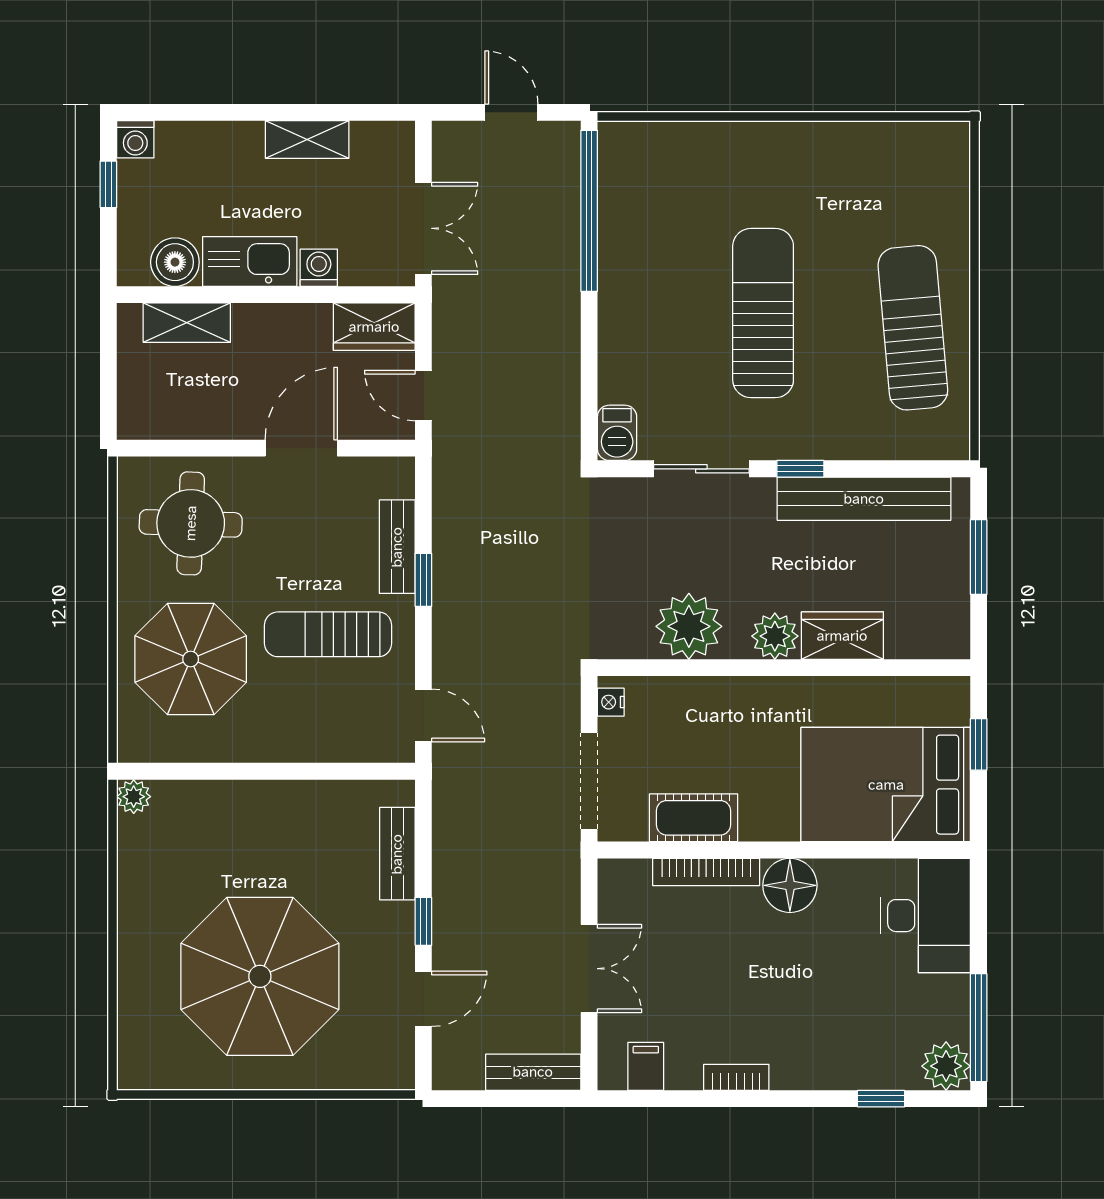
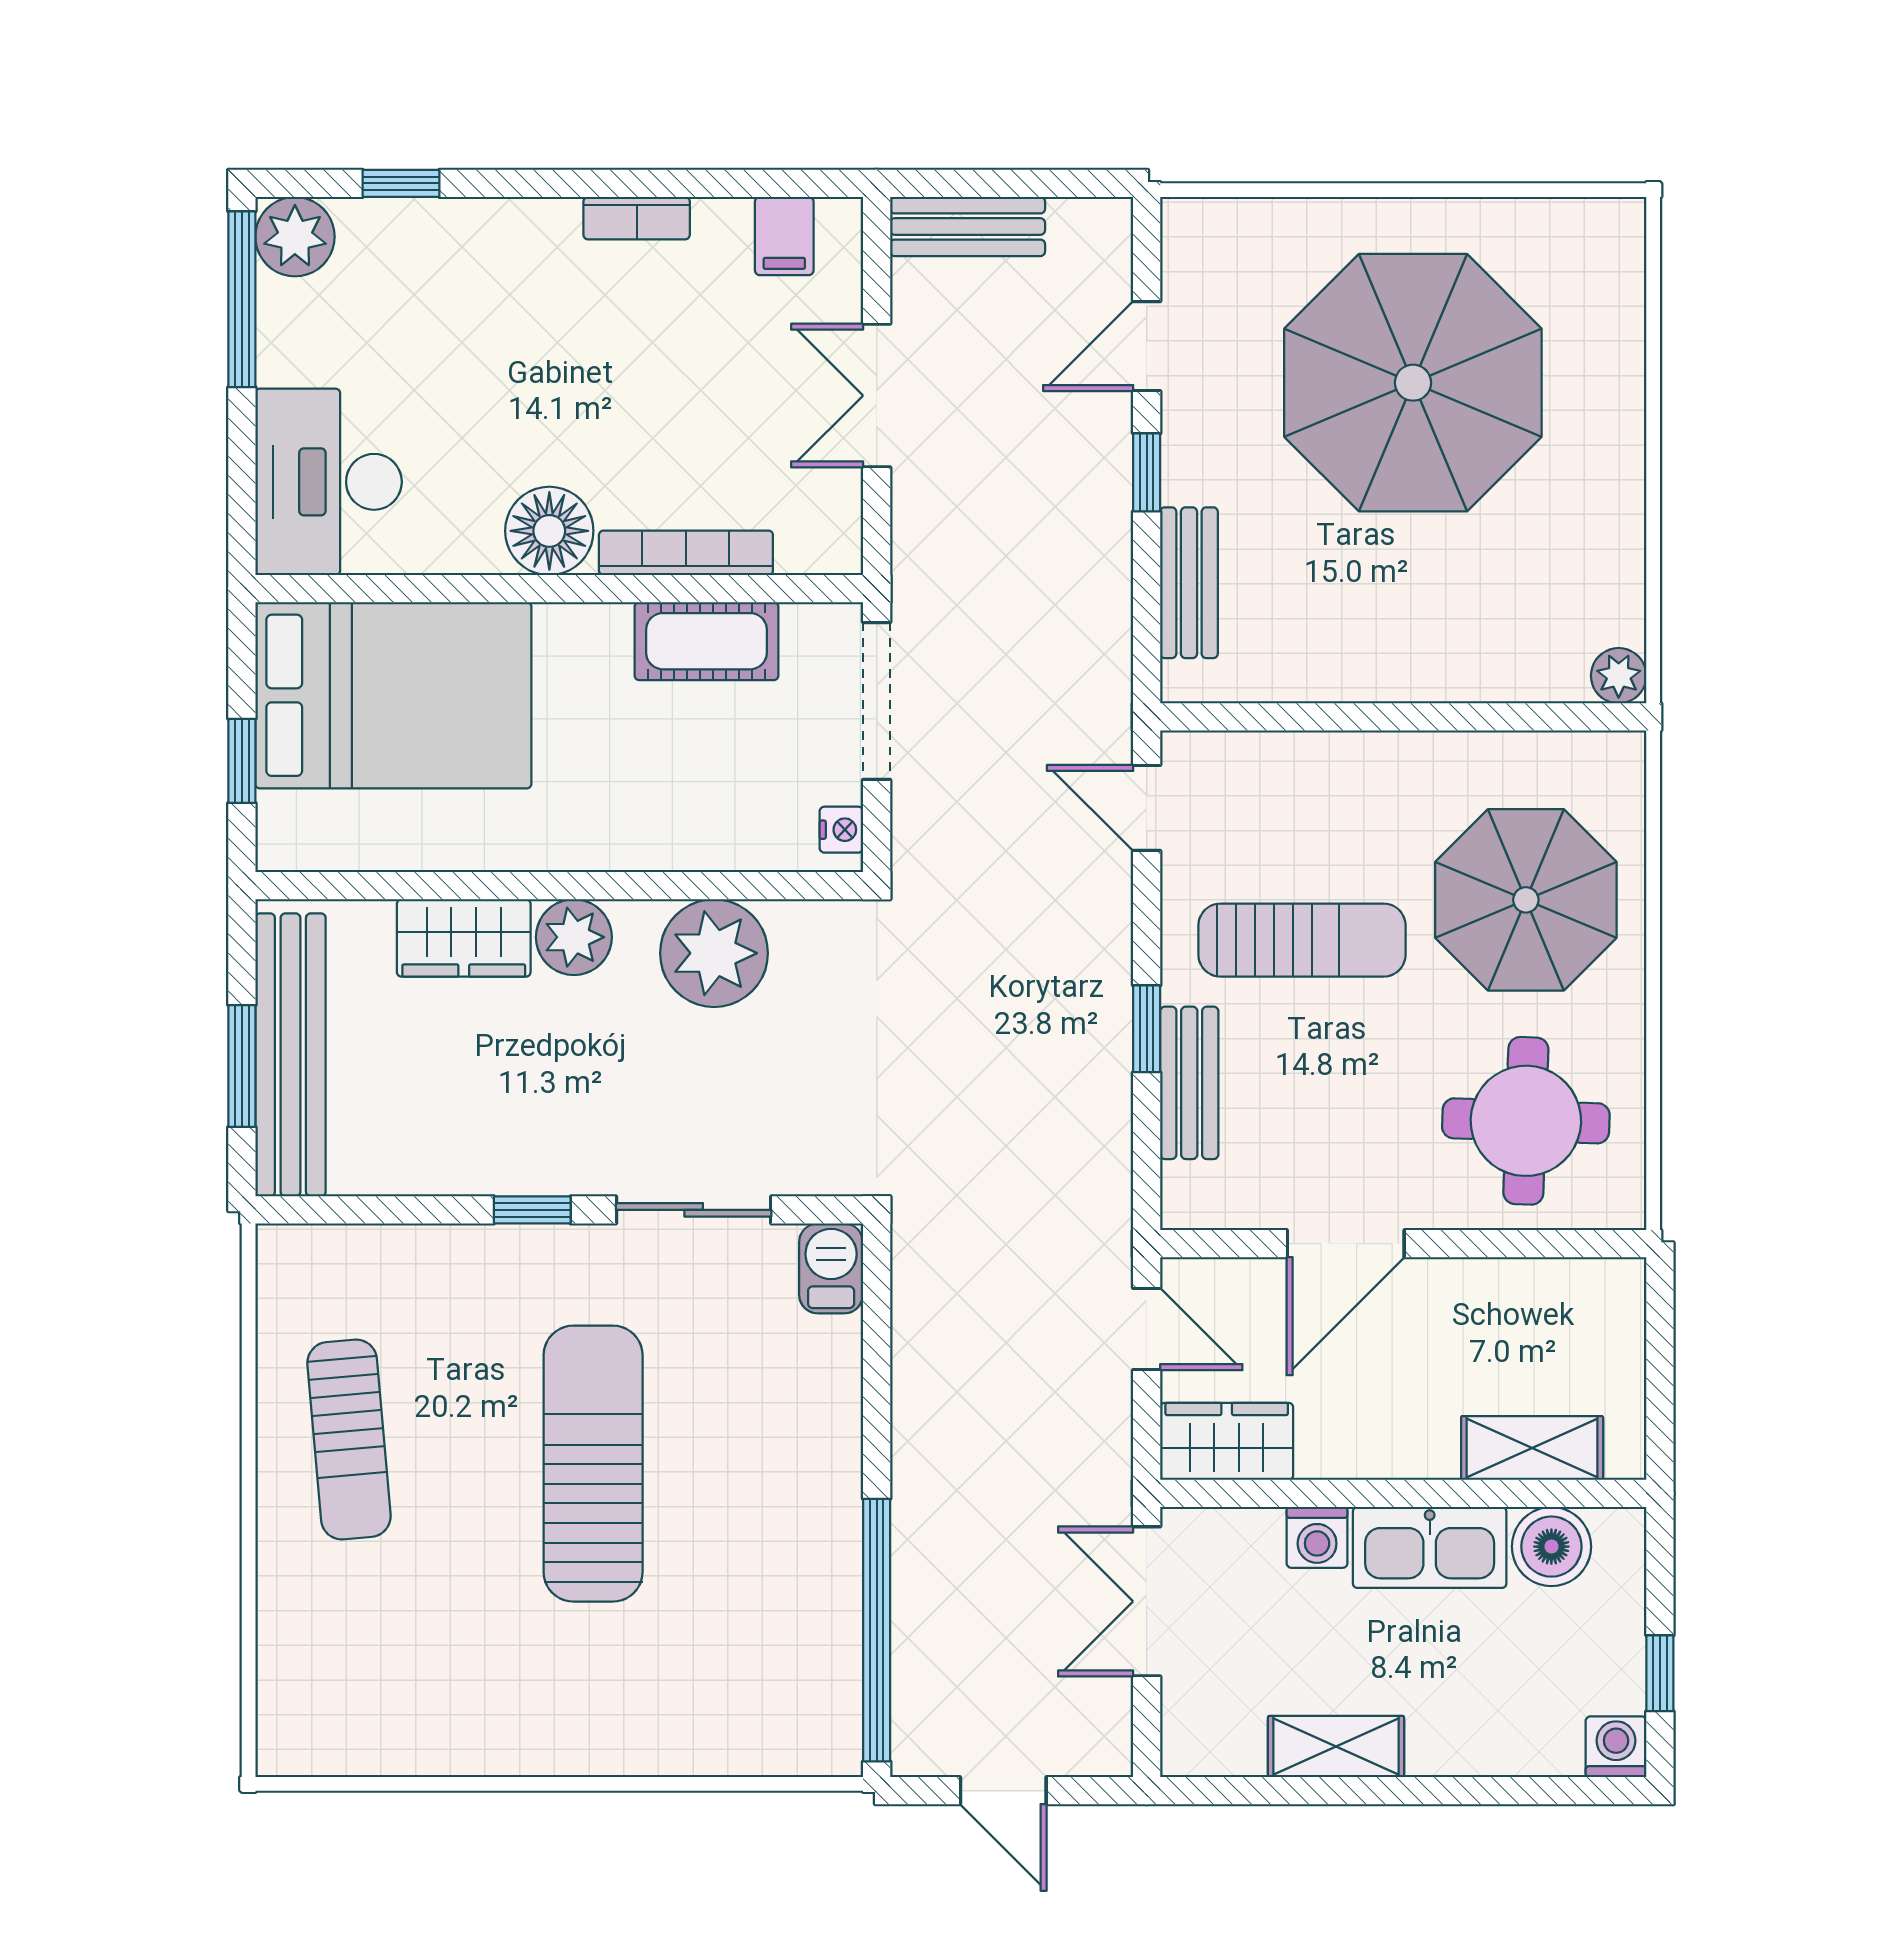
sun lounger: (763, 313) -> (593, 1464), turned 180
sun lounger: (913, 328) -> (349, 1440), width x0.73, depth x0.75
bench: (864, 499) -> (290, 1055), moved, turned 90

